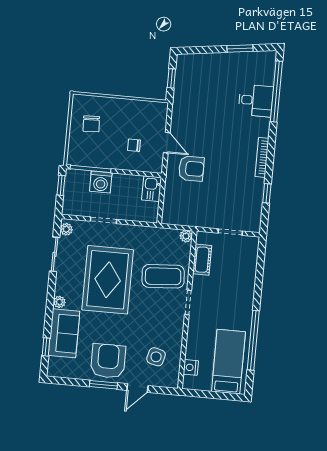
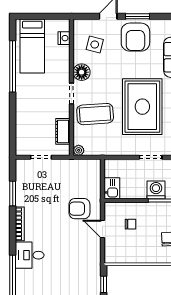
desk: (256, 101) -> (30, 255), moved
window: (267, 193) -> (13, 193), width x1.50
floor lamp: (174, 326) -> (82, 72), added

